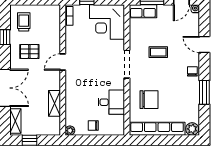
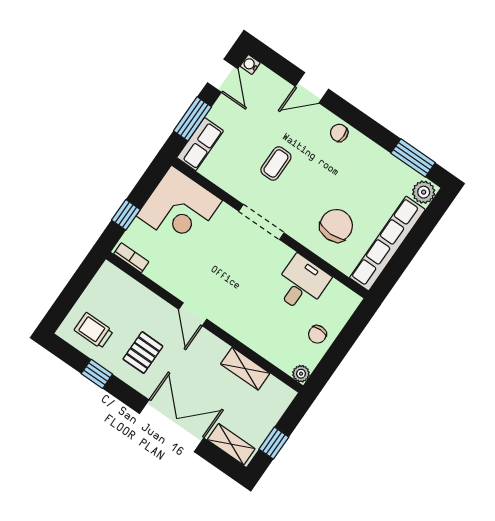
window: (204, 92) -> (413, 158), moved

